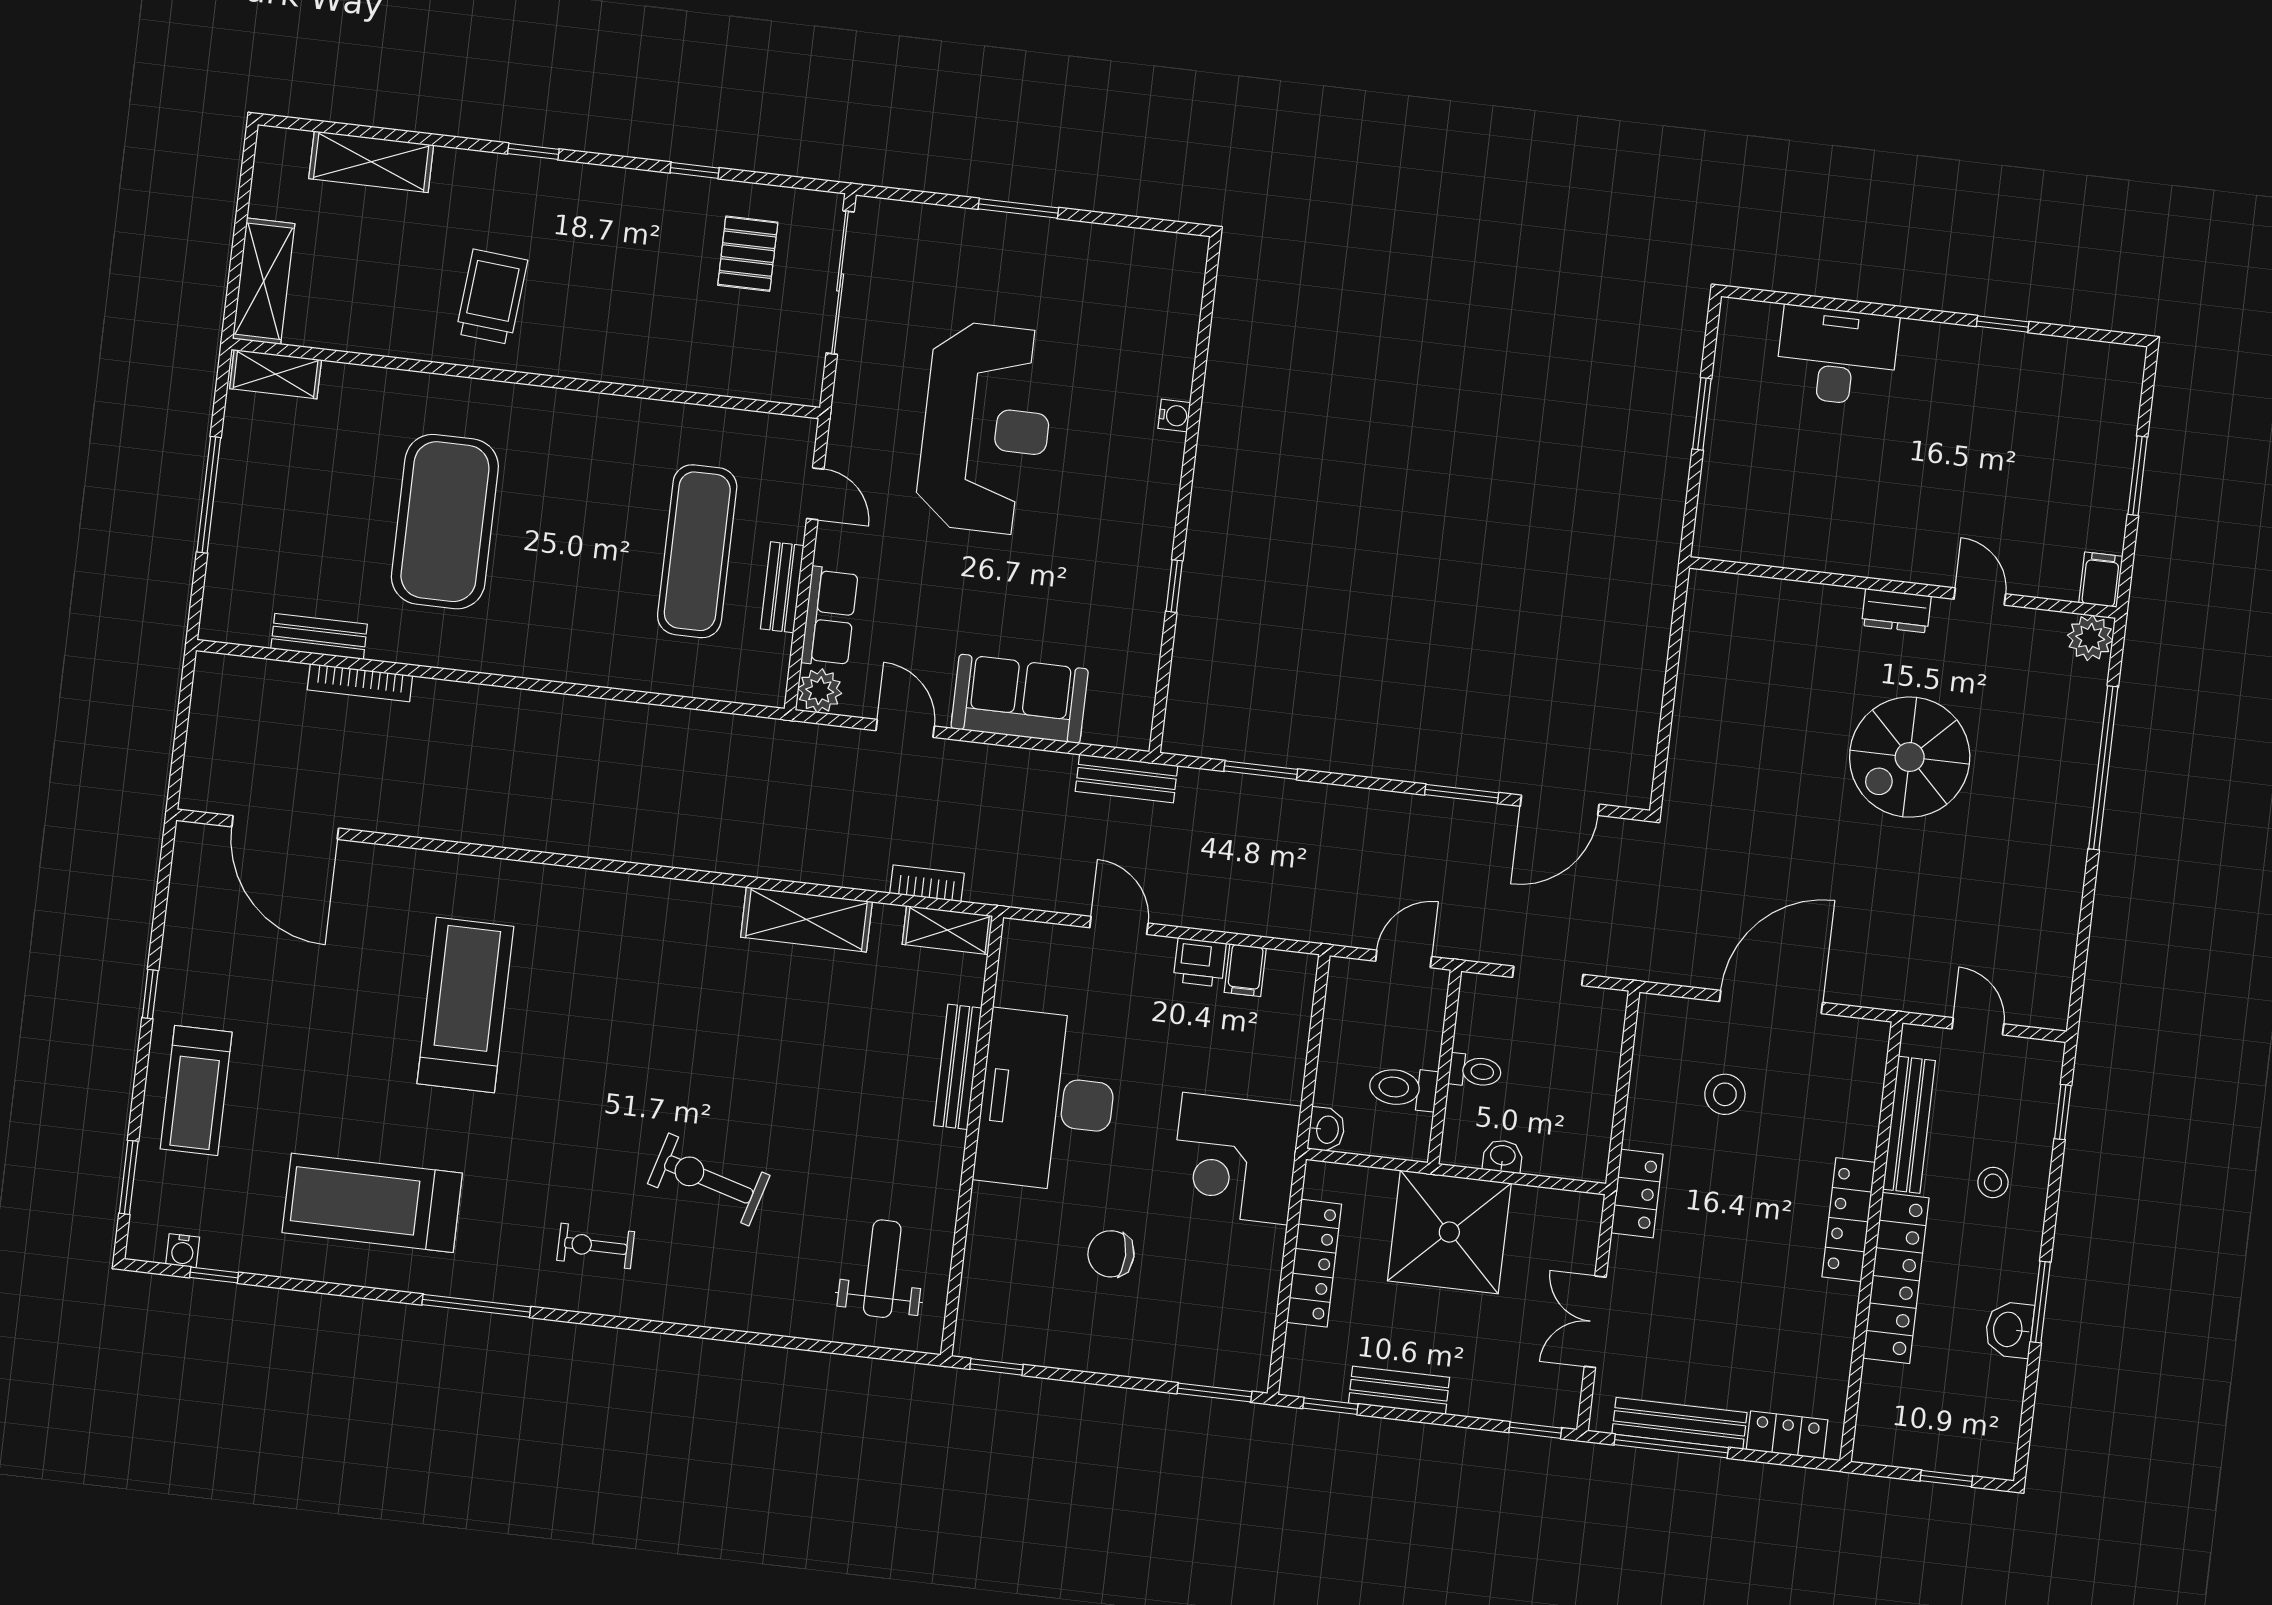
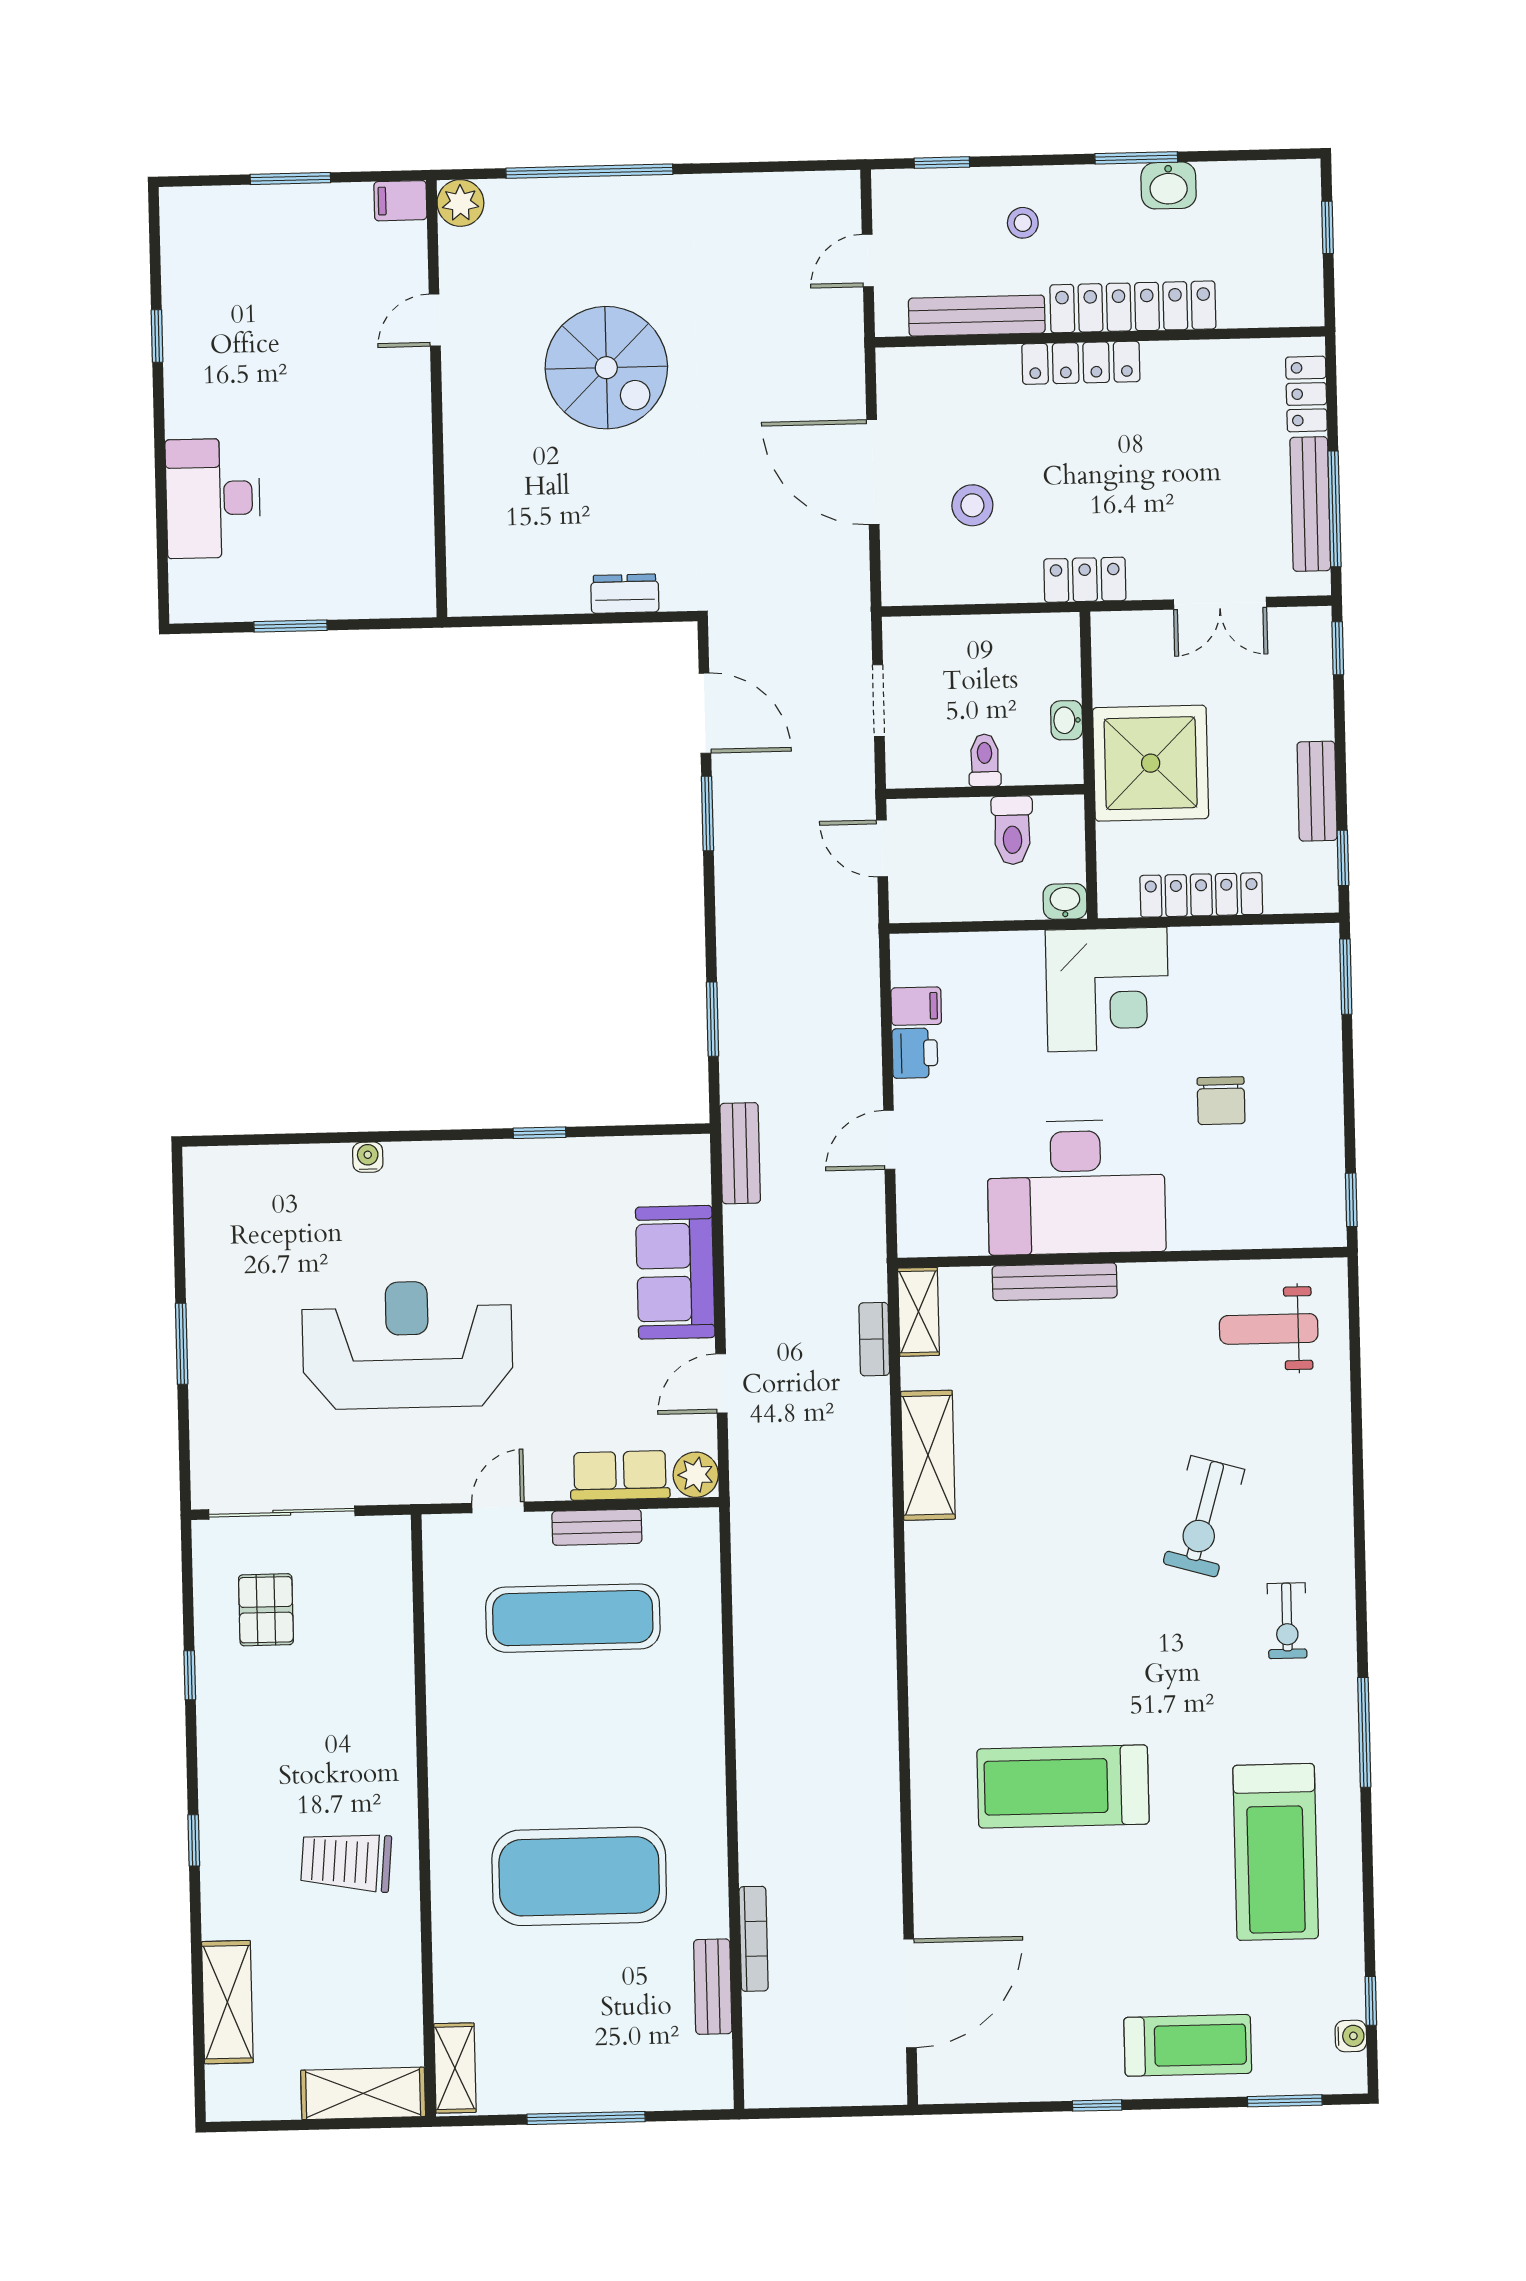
pallet: (748, 254) -> (266, 1610), turned 90
dresser: (1896, 611) -> (625, 594), moved, turned -90

